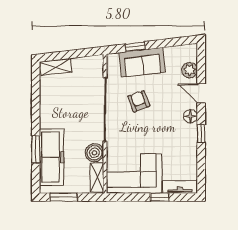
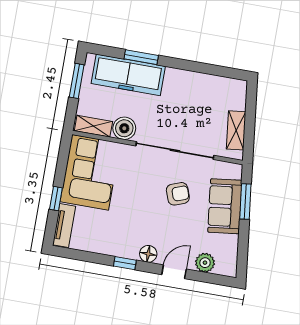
window: (135, 47) -> (245, 201), width x1.50
shelving: (56, 67) -> (236, 130), moved

